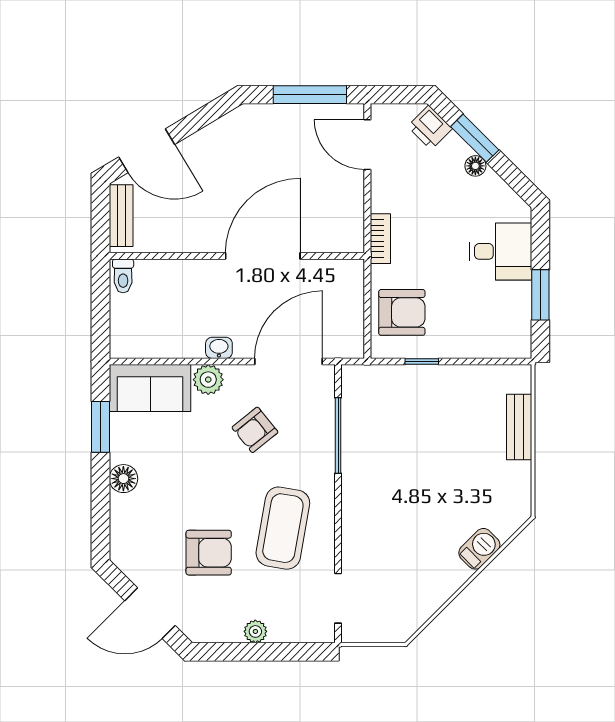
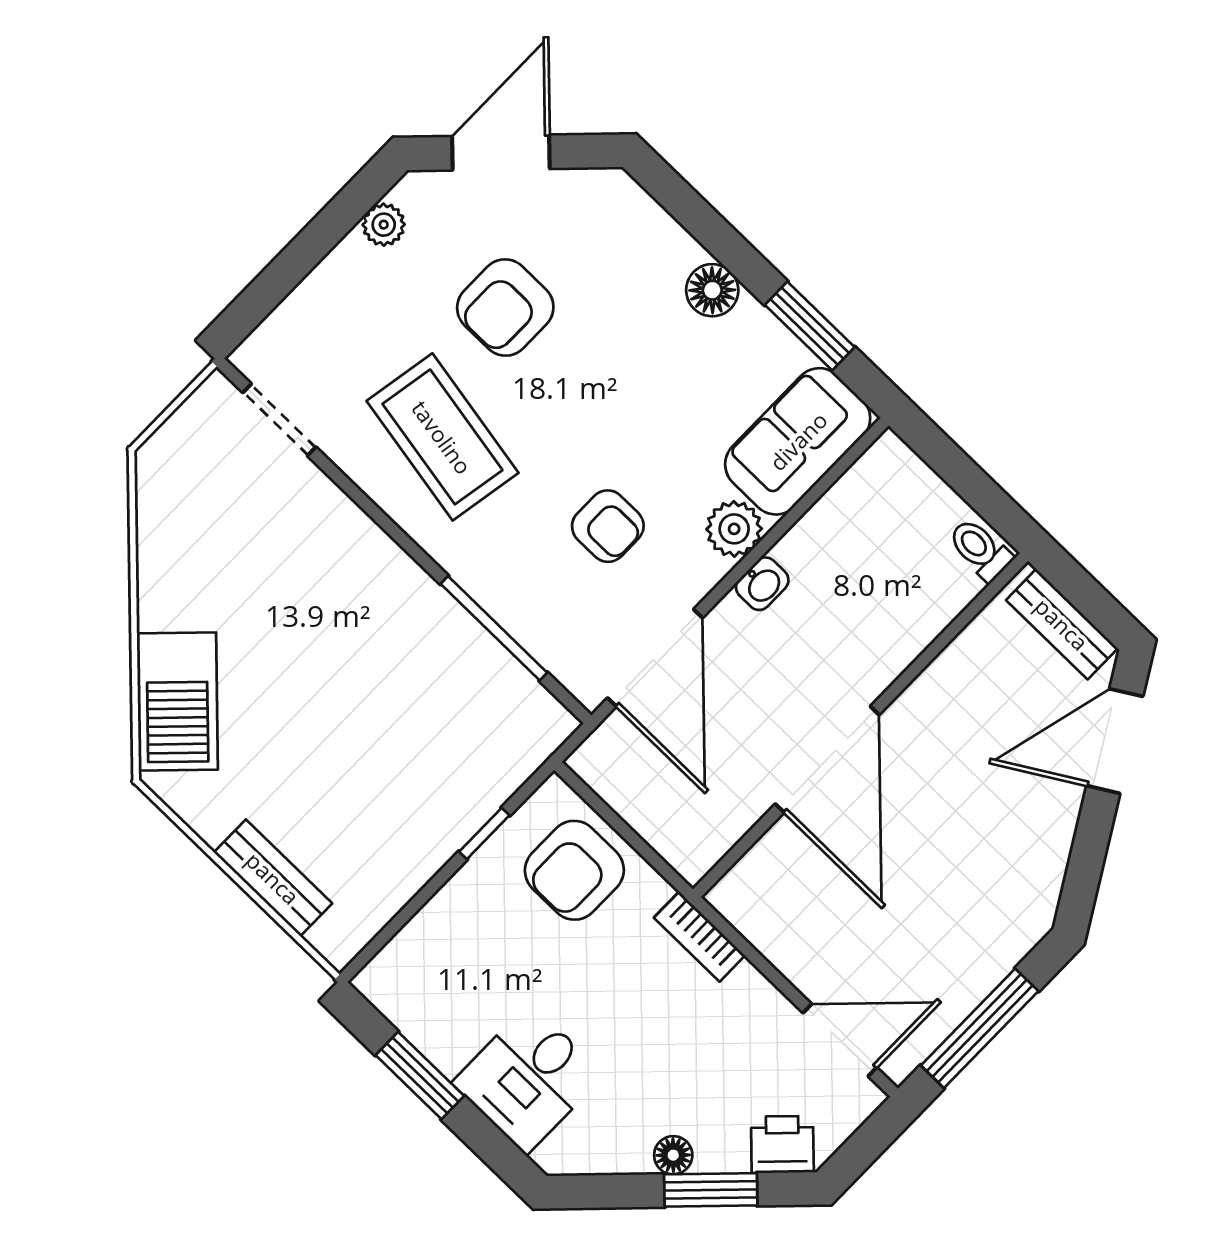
armchair: (255, 430) -> (608, 526), turned 129
barbecue: (479, 549) -> (177, 701), width x1.88, depth x1.53
plant: (255, 631) -> (384, 225), moved

